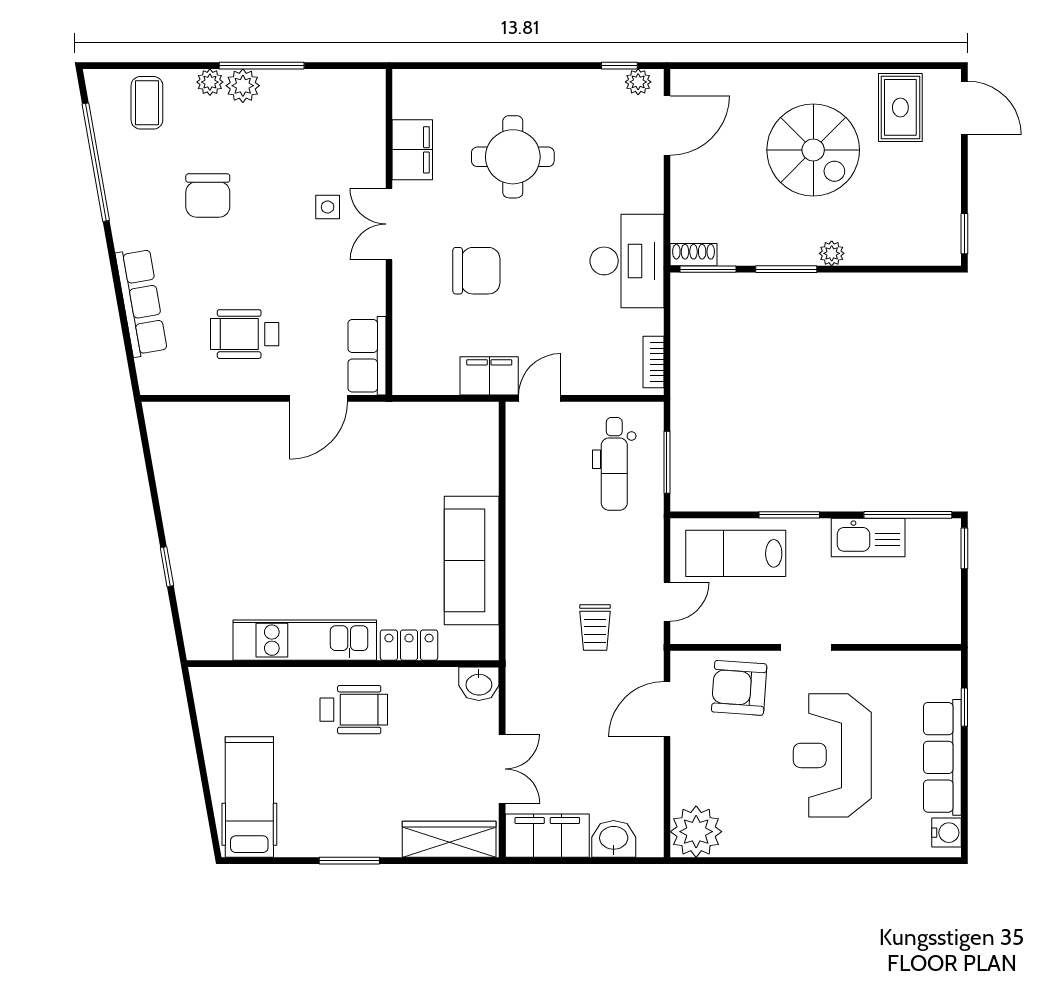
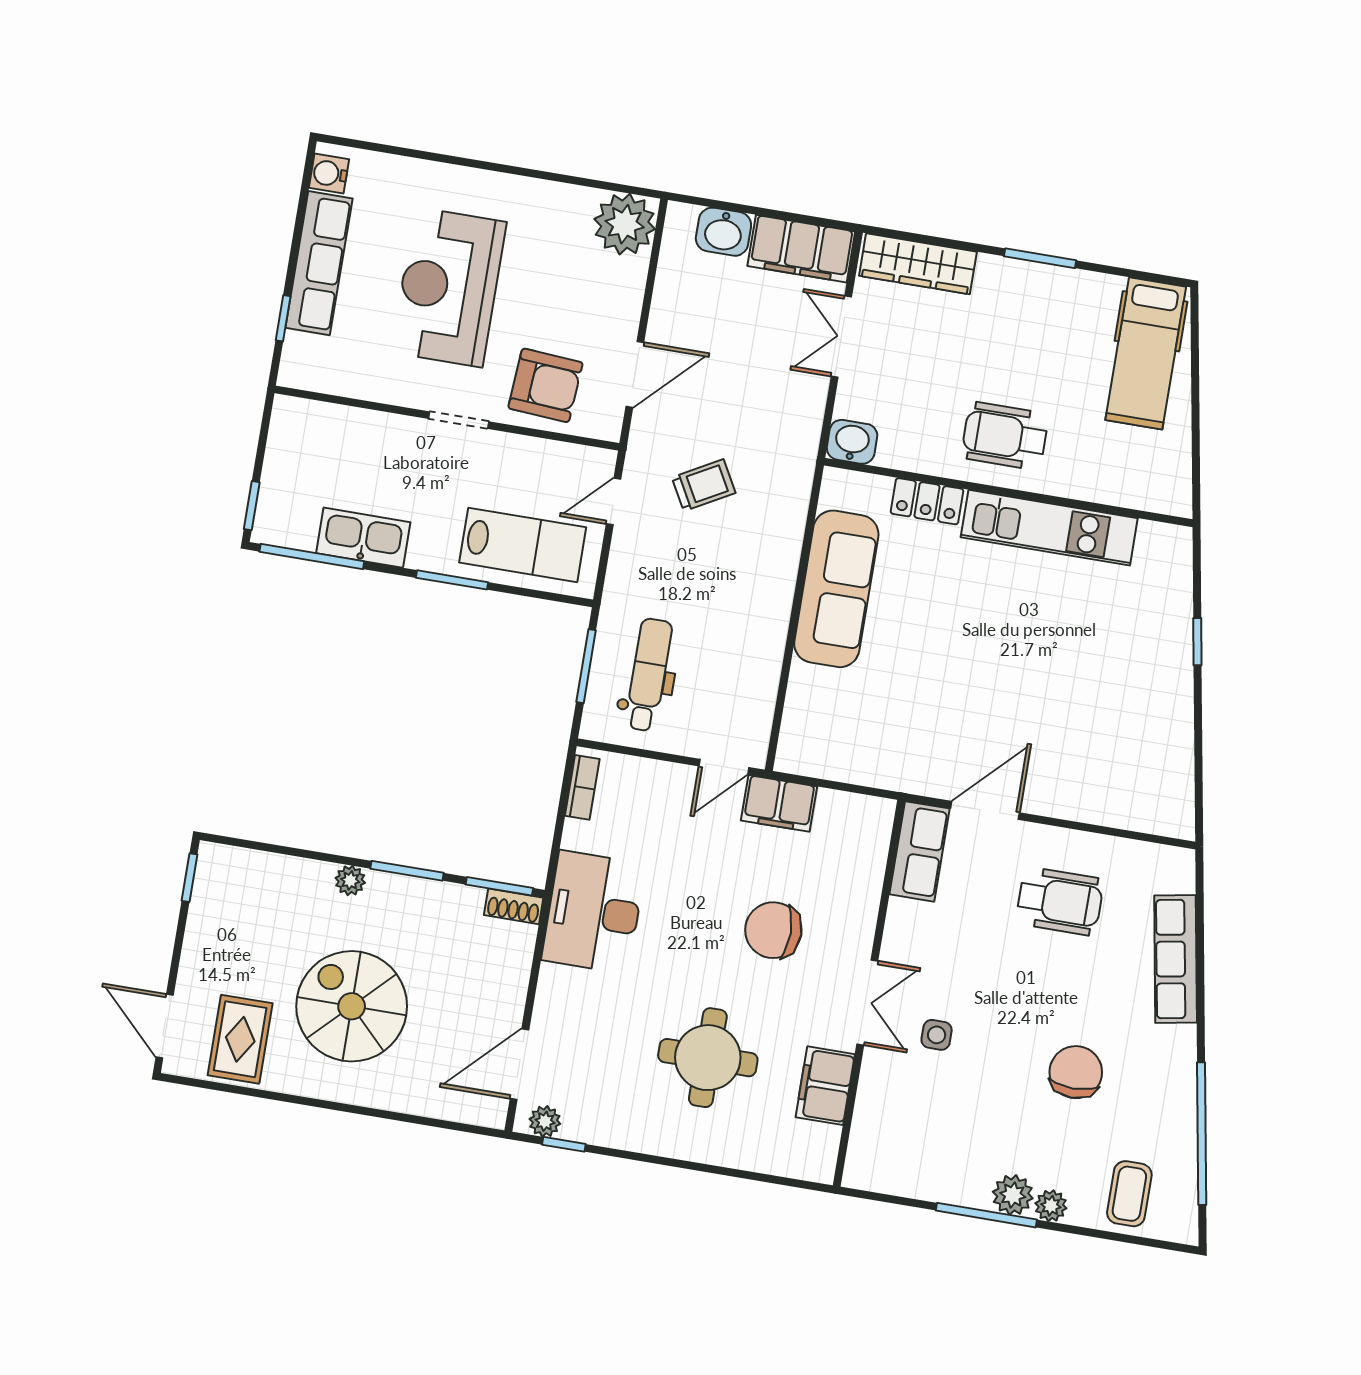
trolley: (595, 628) -> (704, 485), turned 61
reception desk: (832, 755) -> (449, 287), turned 180

